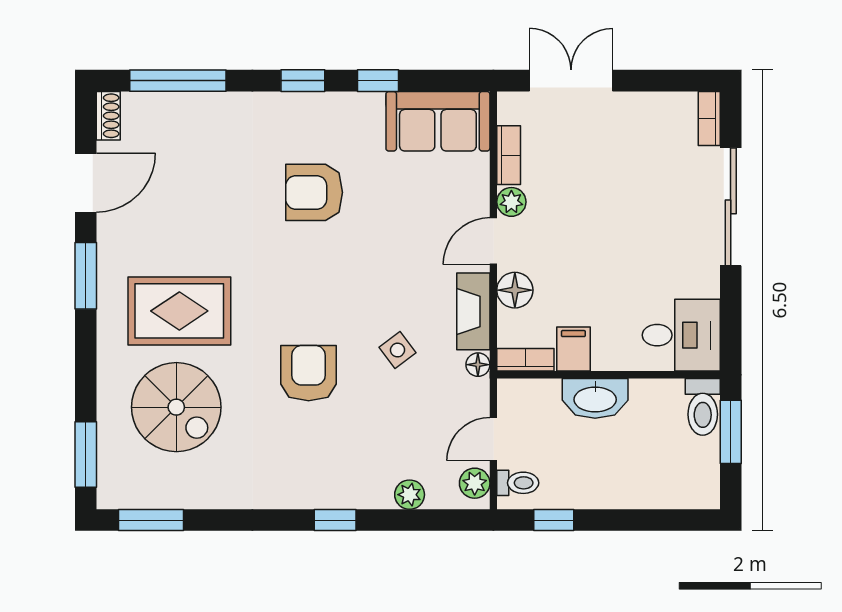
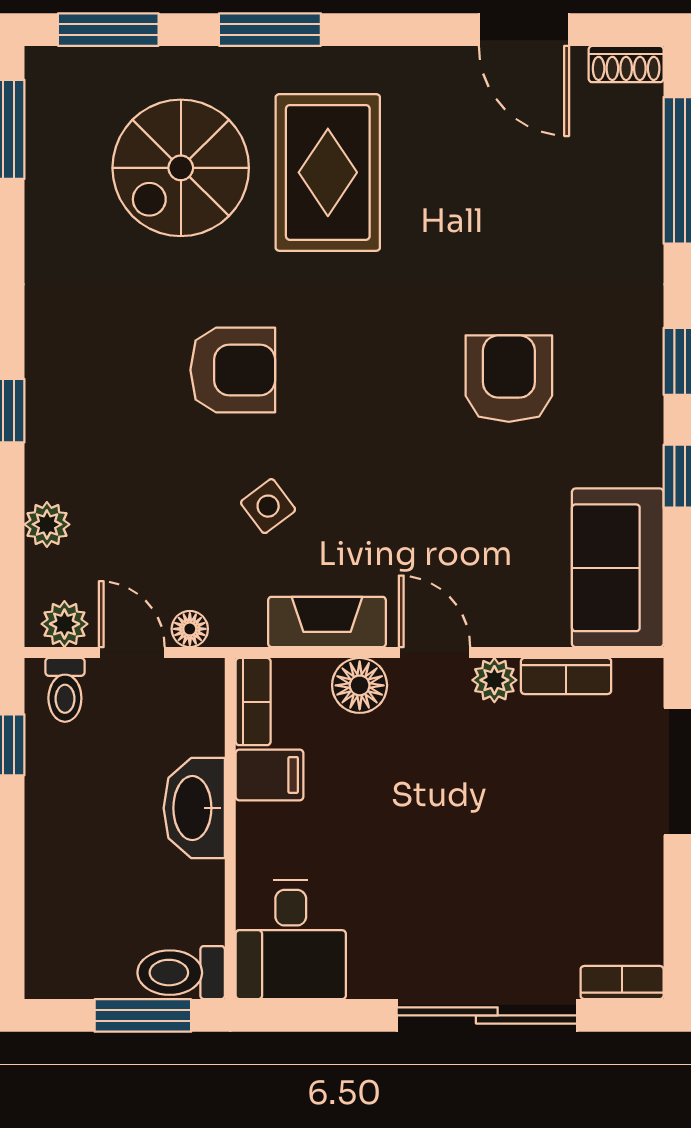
window: (86, 276) -> (270, 30), moved
floor lamp: (478, 365) -> (190, 629), moved

